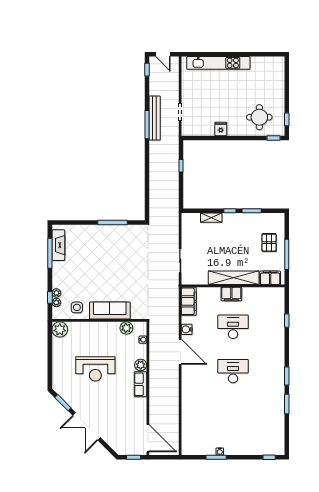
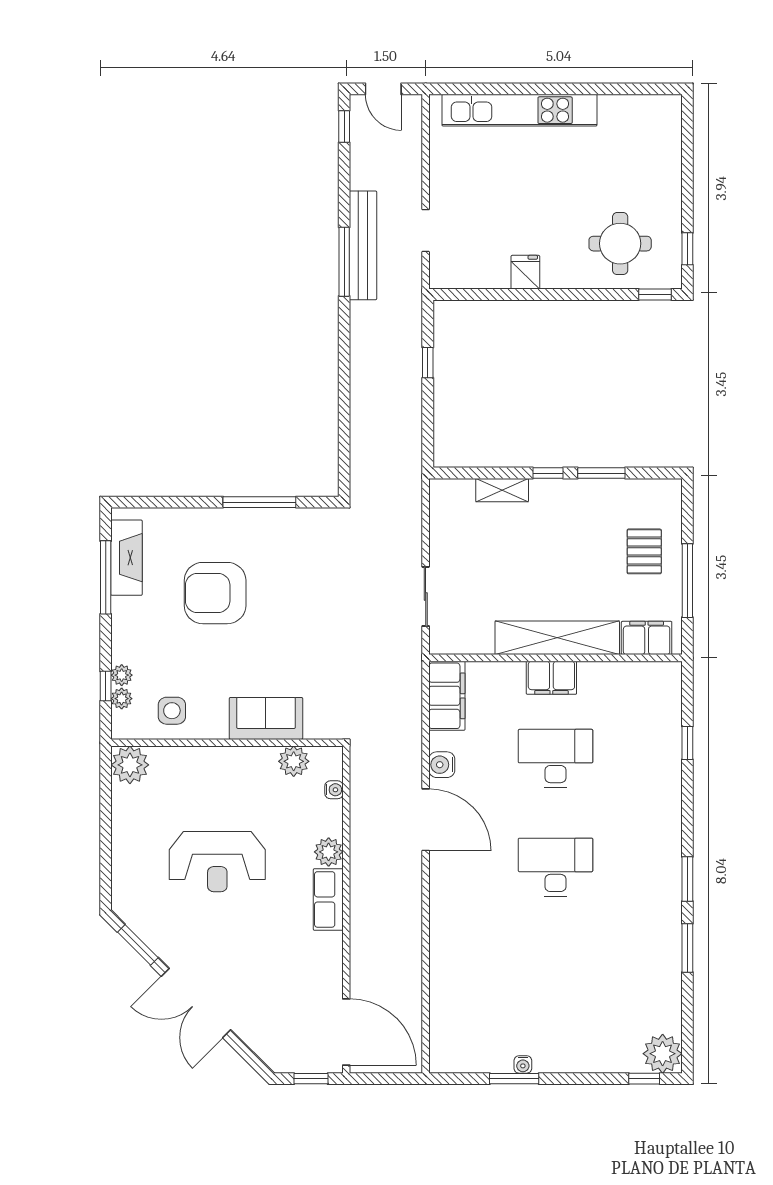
armchair: (94, 260) -> (215, 593), added
sofa: (110, 311) -> (266, 718), width x0.73
plant: (277, 447) -> (663, 1054), added

